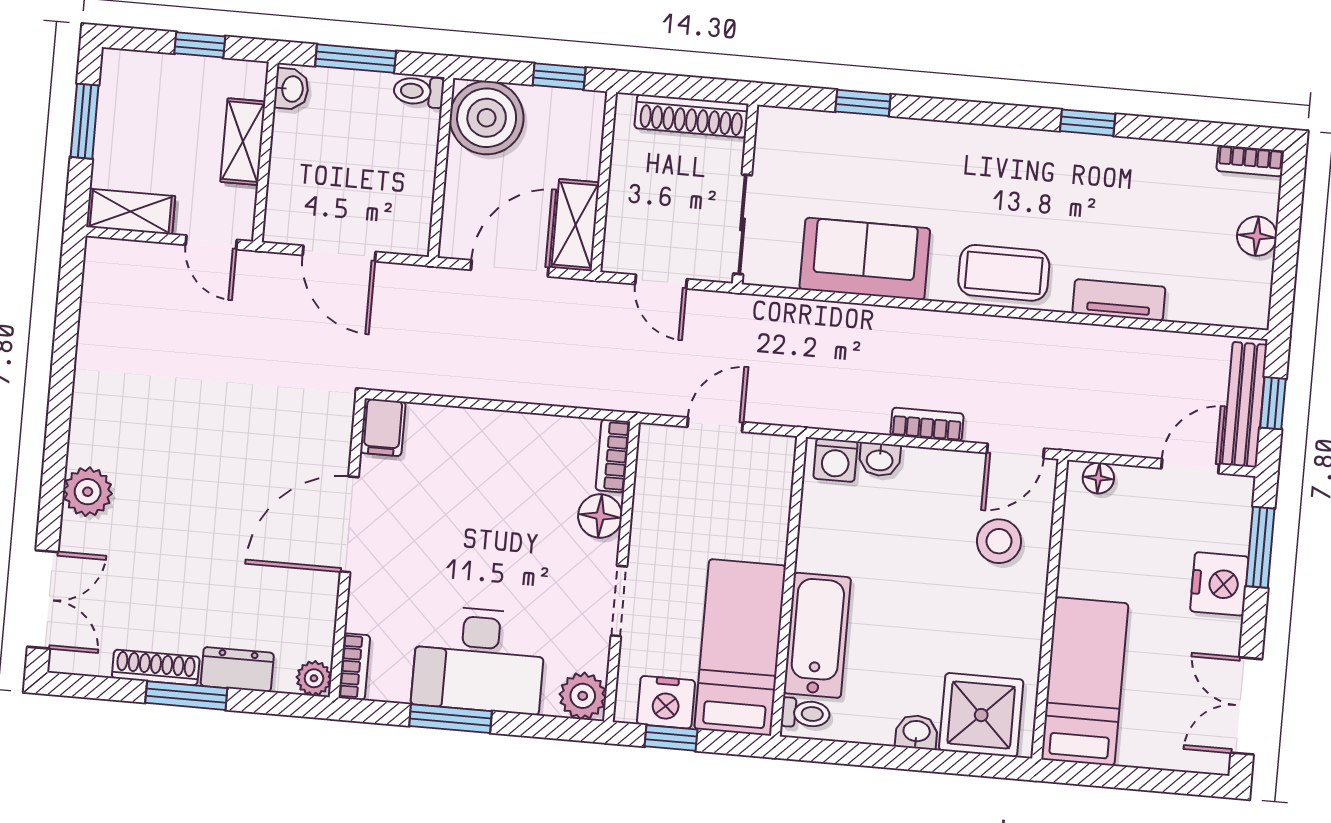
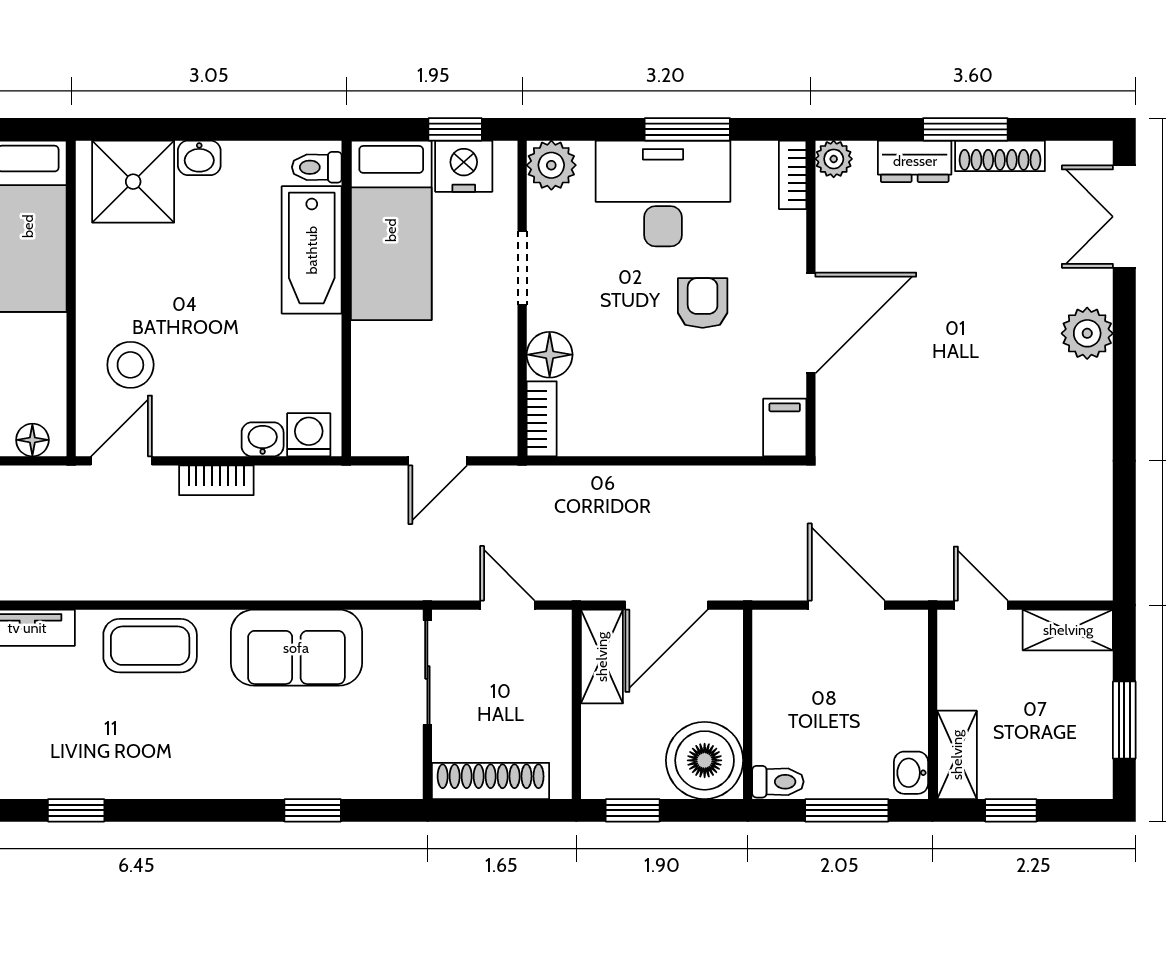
shelving: (243, 142) -> (957, 755), moved
armchair: (450, 552) -> (703, 303), added

